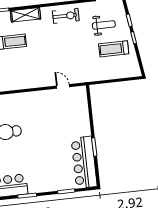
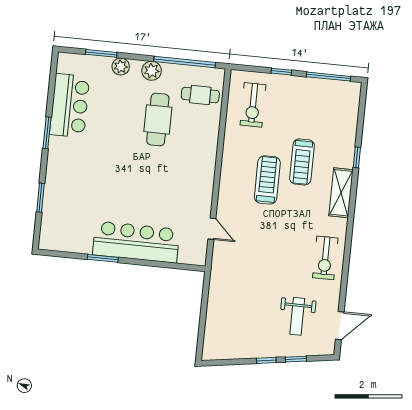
treadmill: (114, 49) -> (267, 180), moved
door: (63, 86) -> (212, 229), hinge flipped
bar counter: (84, 162) -> (136, 242), moved

